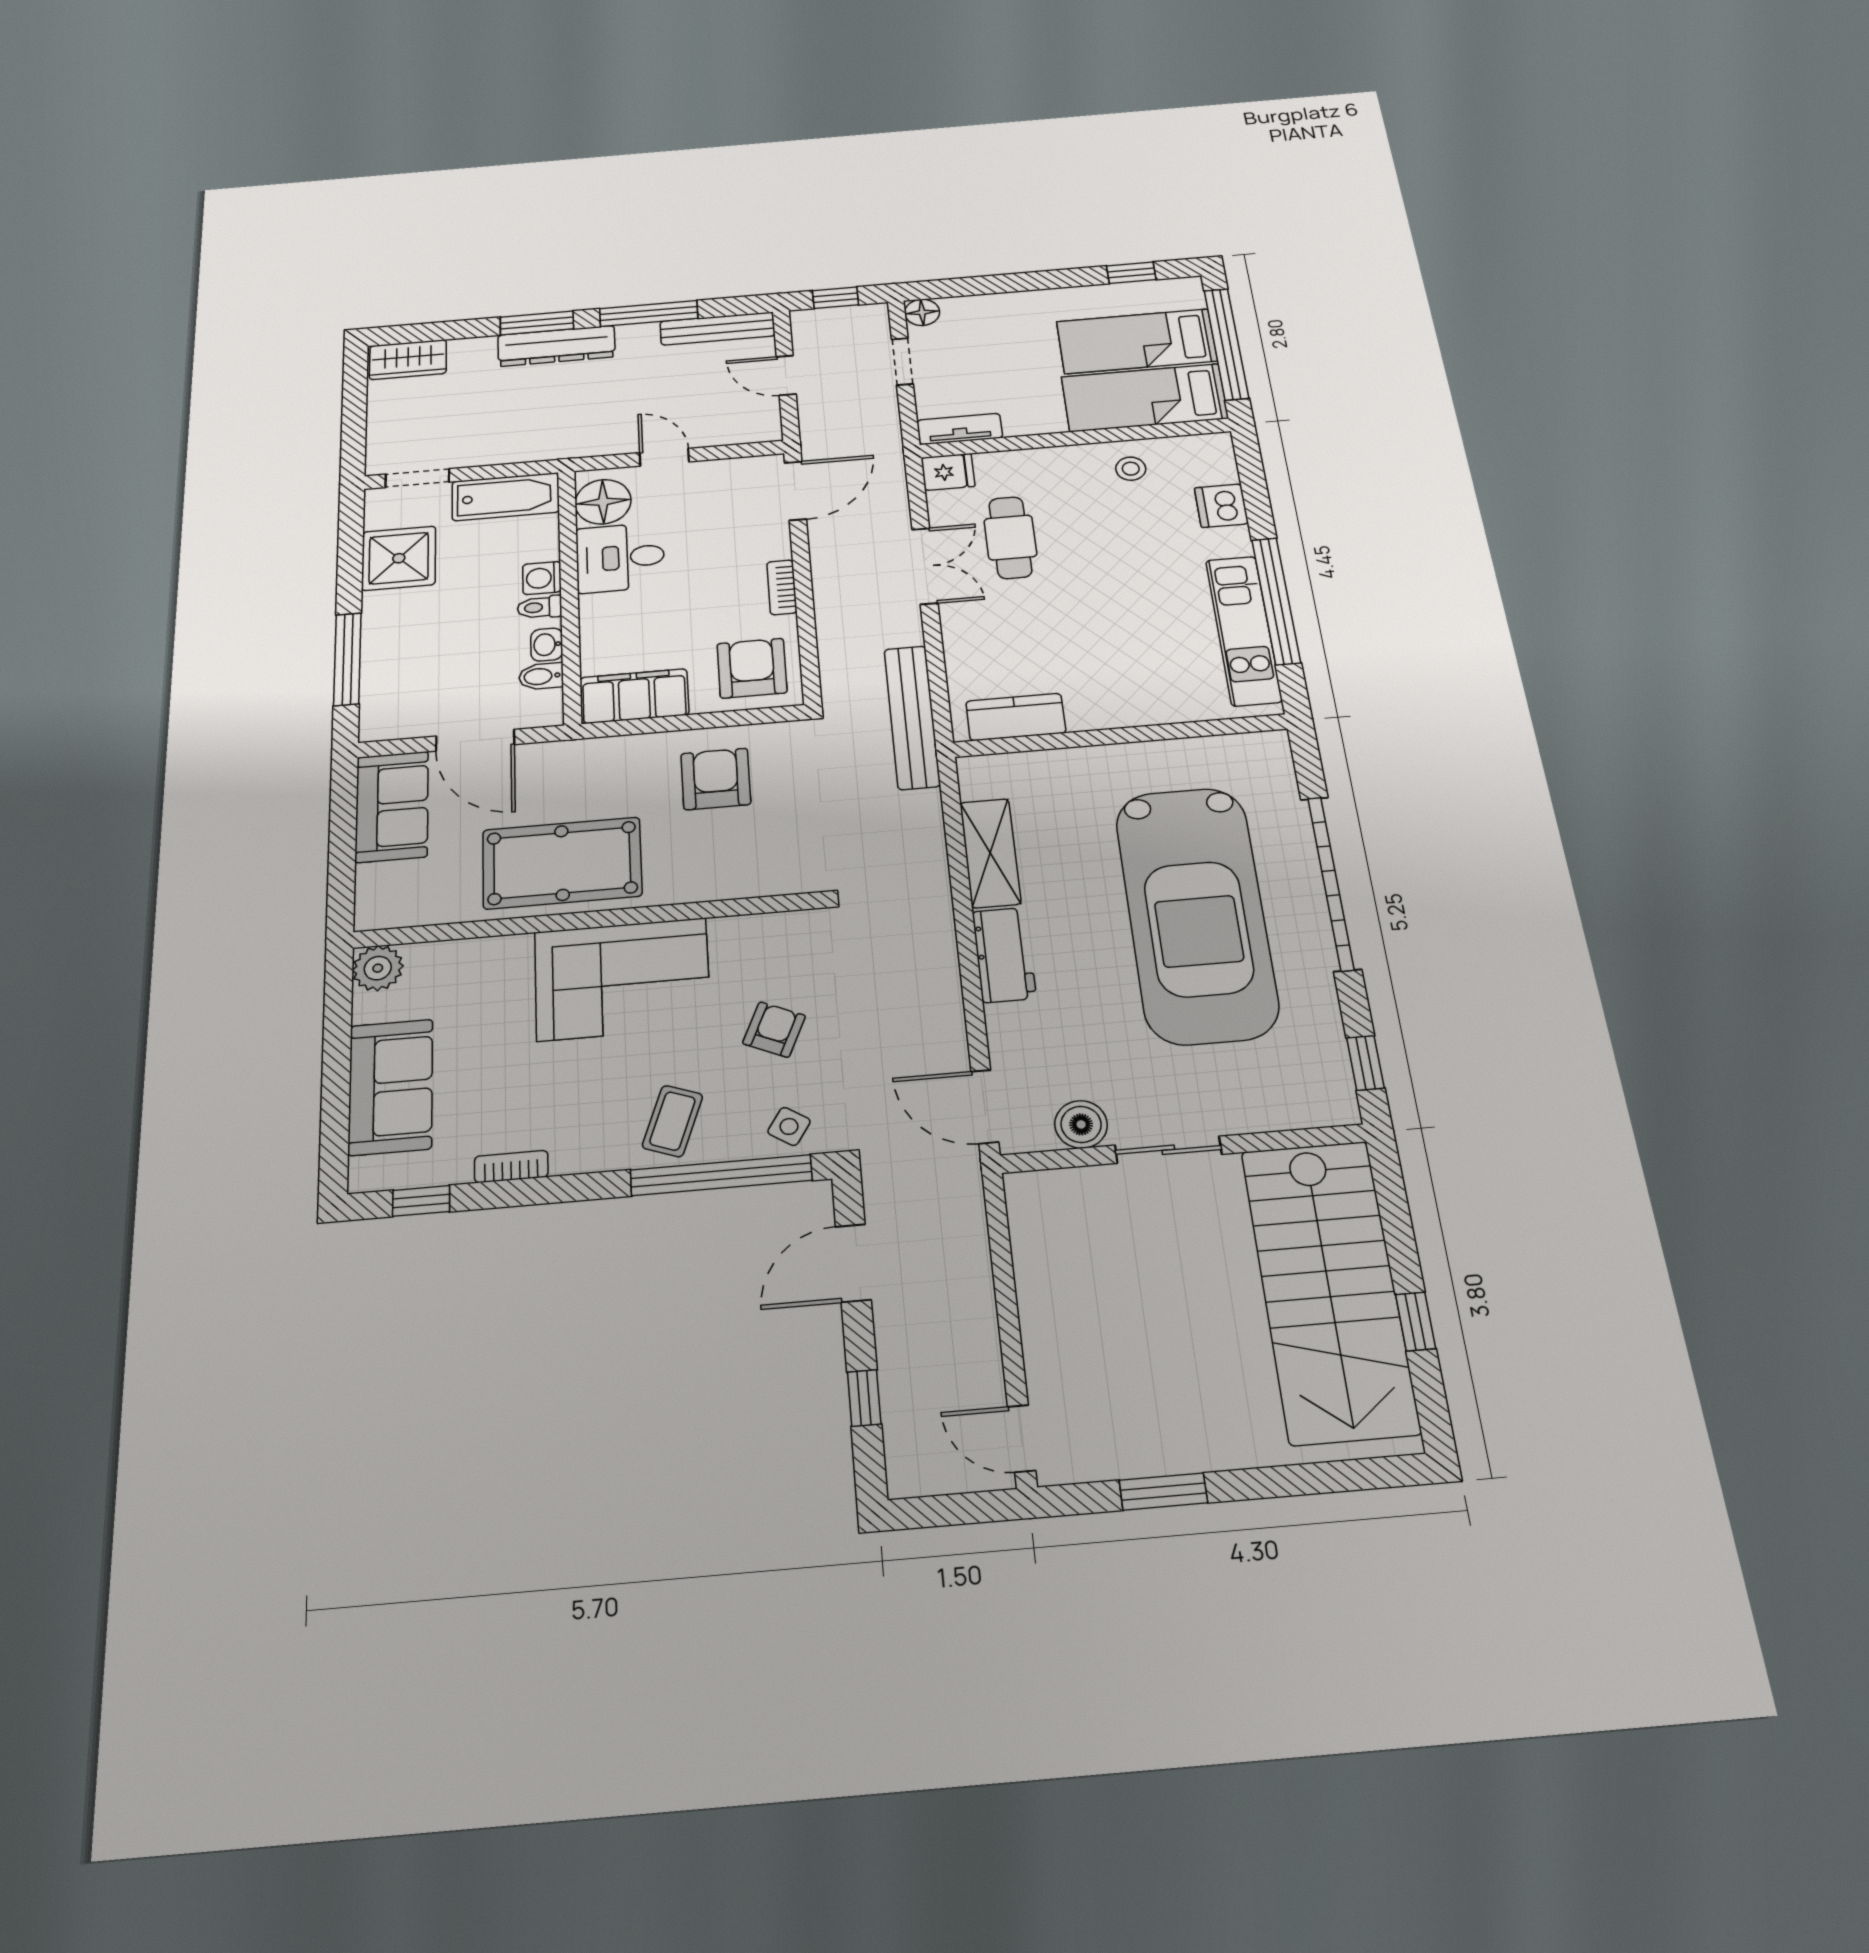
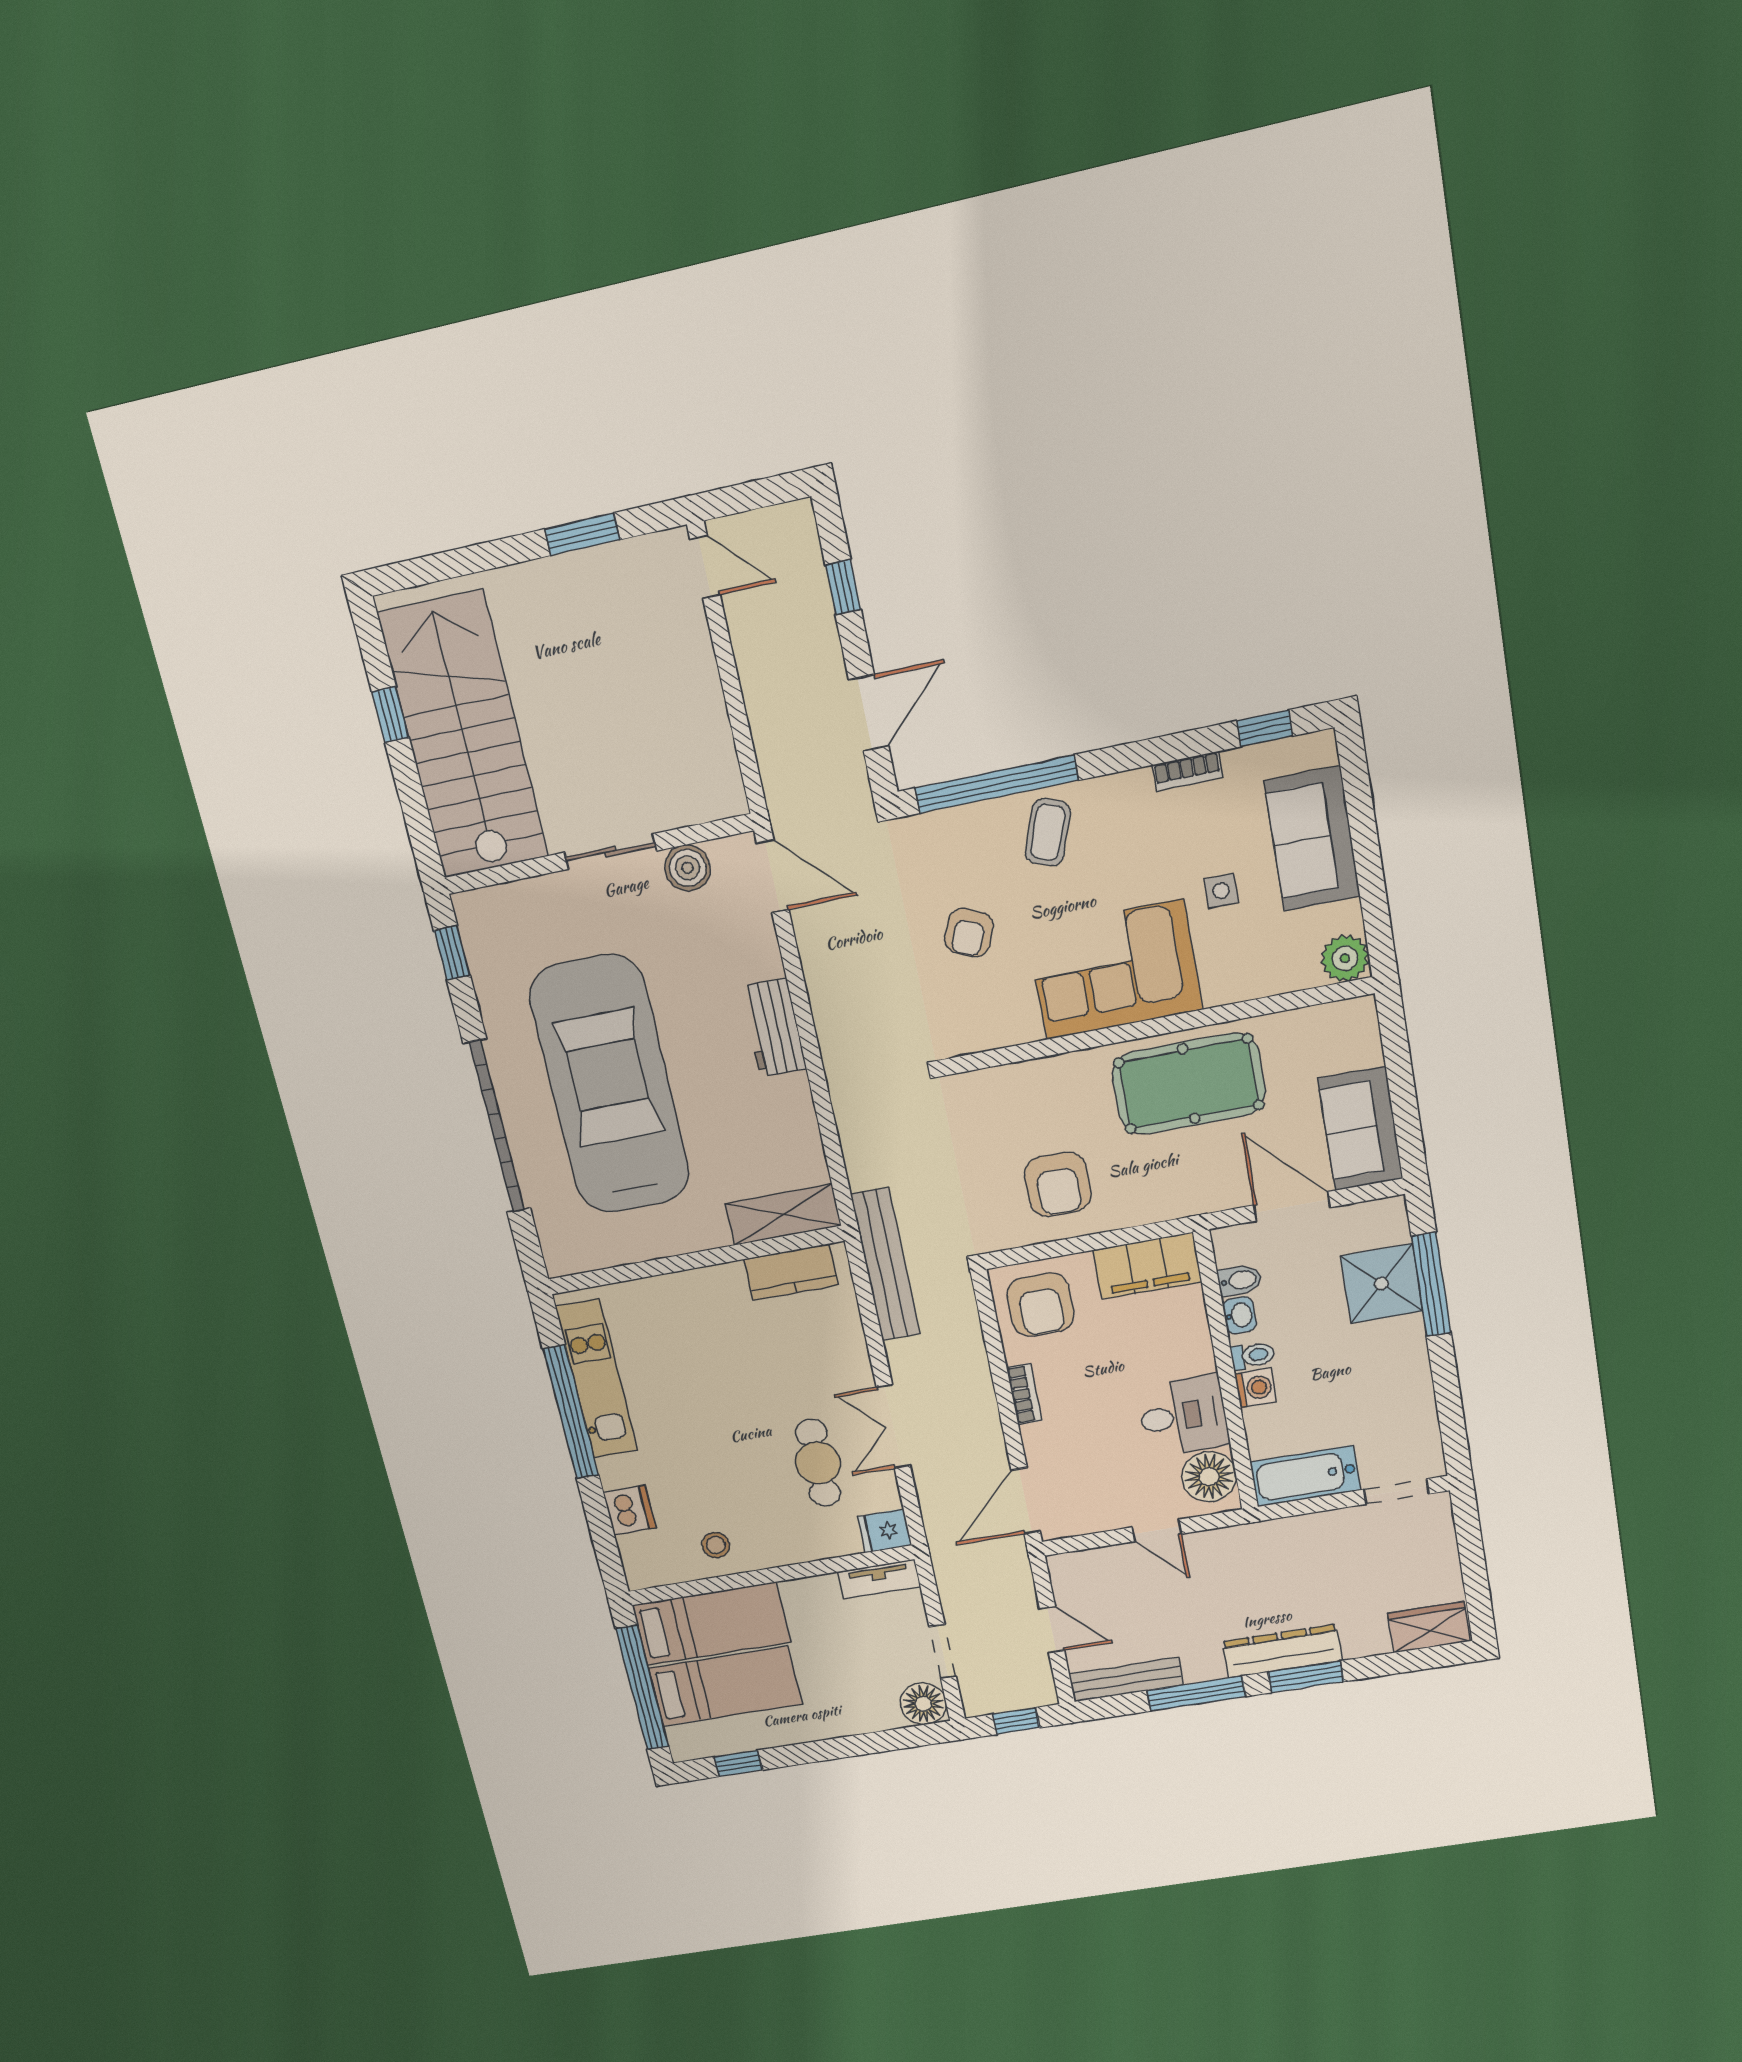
floor lamp: (922, 312) -> (923, 1704), width x1.38, depth x1.38
shower: (399, 558) -> (1382, 1284), moved
shelving: (990, 853) -> (783, 1215), moved, turned 90
side table: (789, 1126) -> (1221, 891), moved, turned -33

